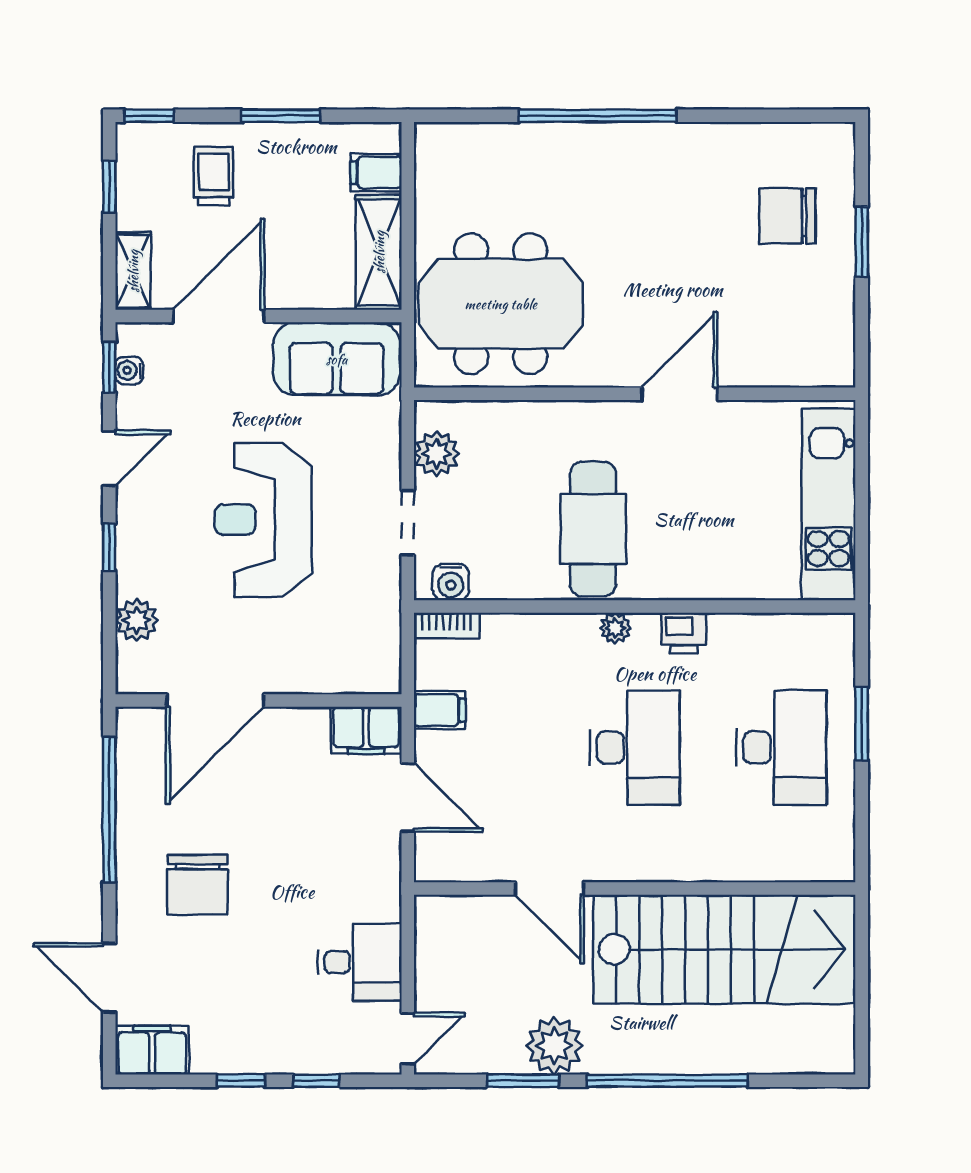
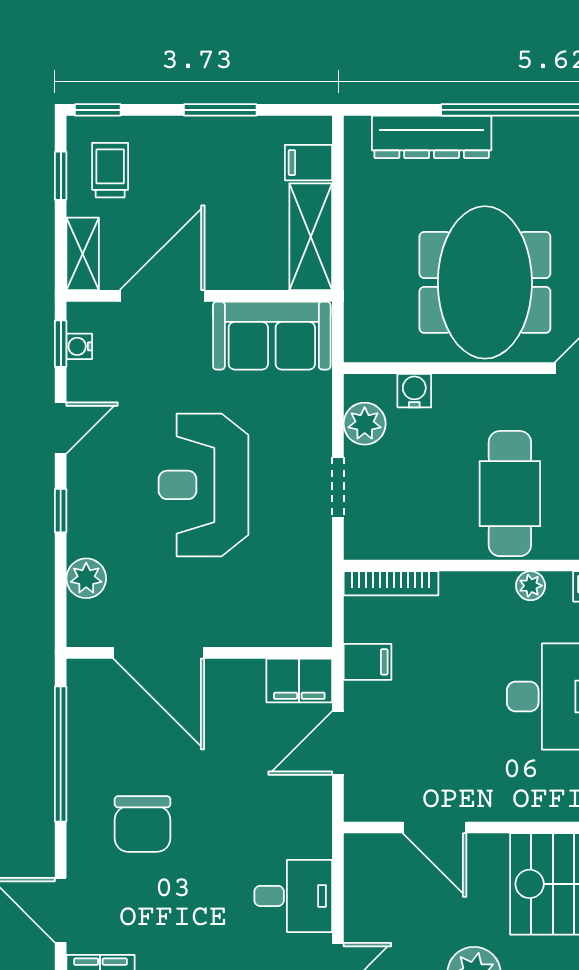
dresser: (509, 145) -> (432, 137), added
trolley: (214, 176) -> (110, 170), moved
meeting table: (501, 304) -> (485, 282), moved, turned 90
water cooler: (451, 582) -> (414, 391), moved, turned 180
bookcase: (447, 626) -> (391, 583), width x1.56
door: (215, 700) -> (159, 653), hinge flipped
door: (408, 797) -> (338, 743), swing flipped
door: (549, 889) -> (434, 828), moved

